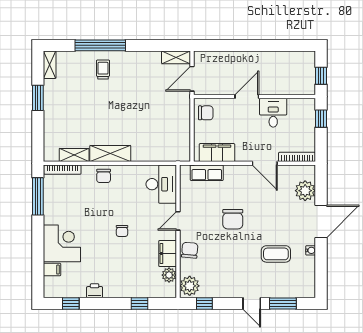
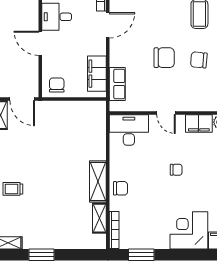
window: (38, 196) -> (141, 255), width x0.69
chair: (190, 250) -> (199, 60), moved

